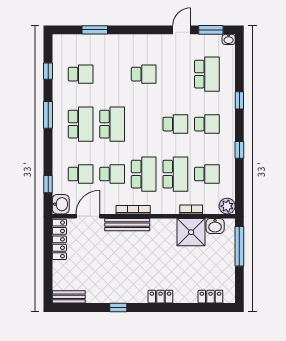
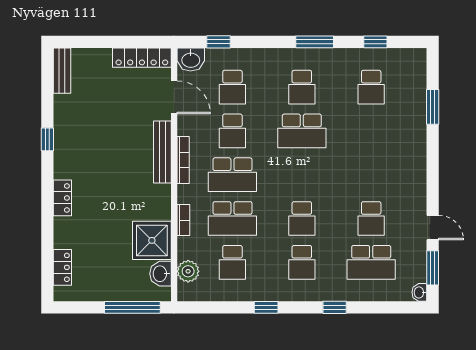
school desk: (144, 74) -> (371, 219), moved
school desk: (81, 124) -> (302, 87), width x0.54
plant: (227, 206) -> (188, 271), moved
bookcase: (191, 209) -> (183, 220), moved

